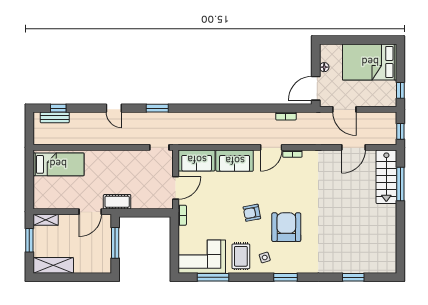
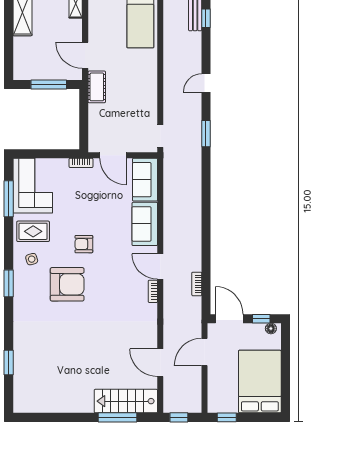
window: (316, 61) -> (261, 319), added
floor lamp: (324, 67) -> (271, 329), moved
armchair: (252, 213) -> (84, 244), turned -79

